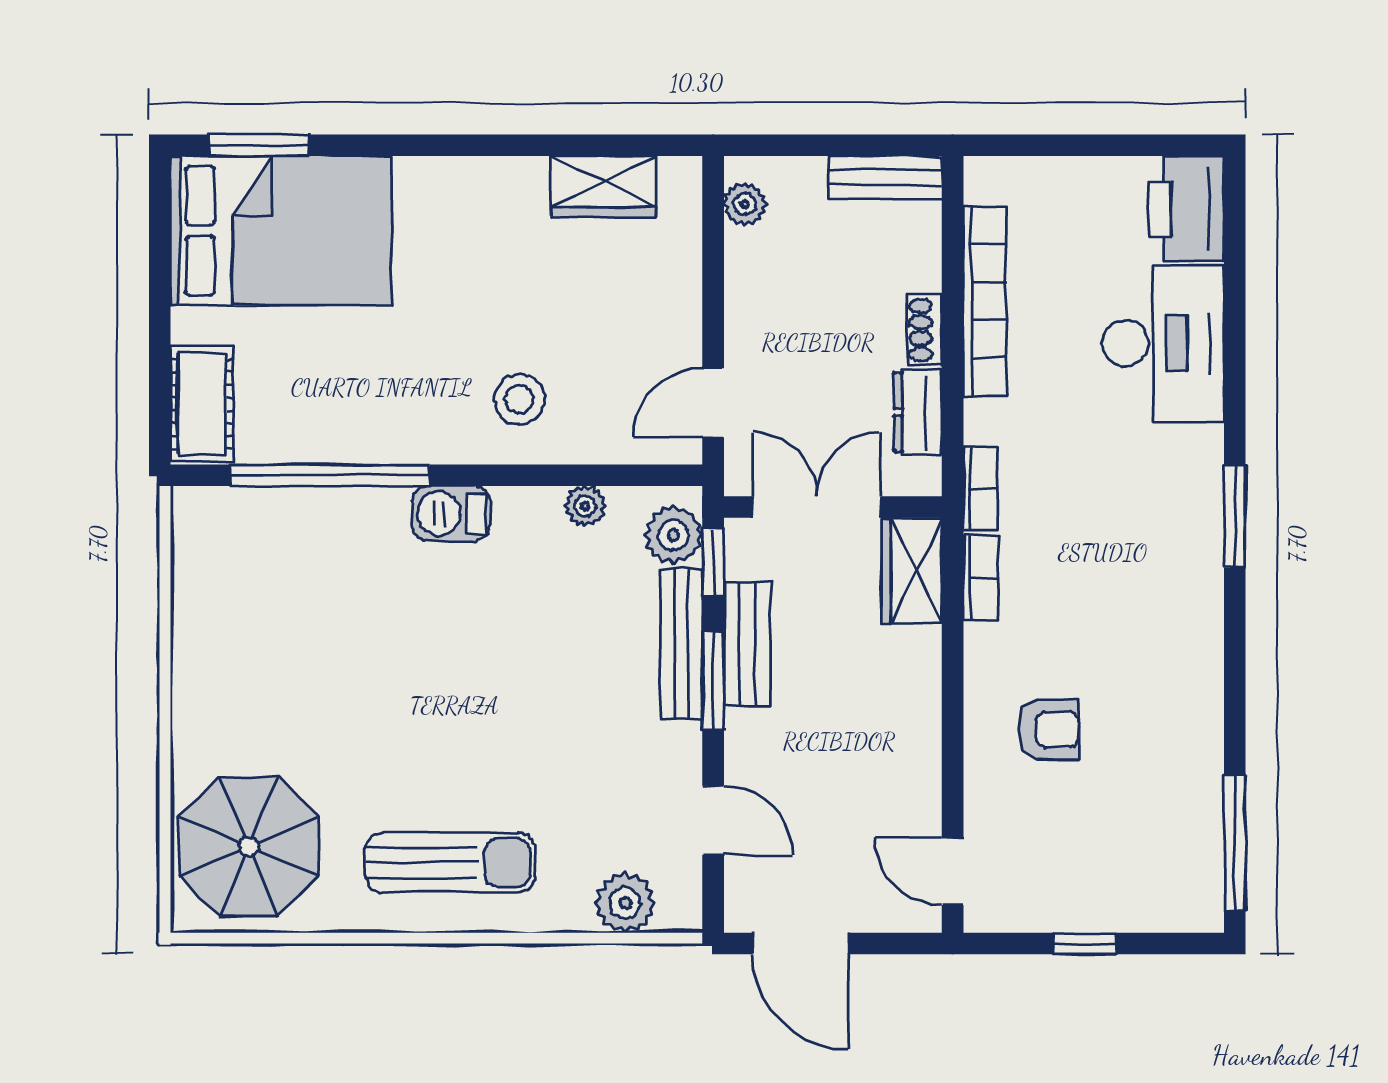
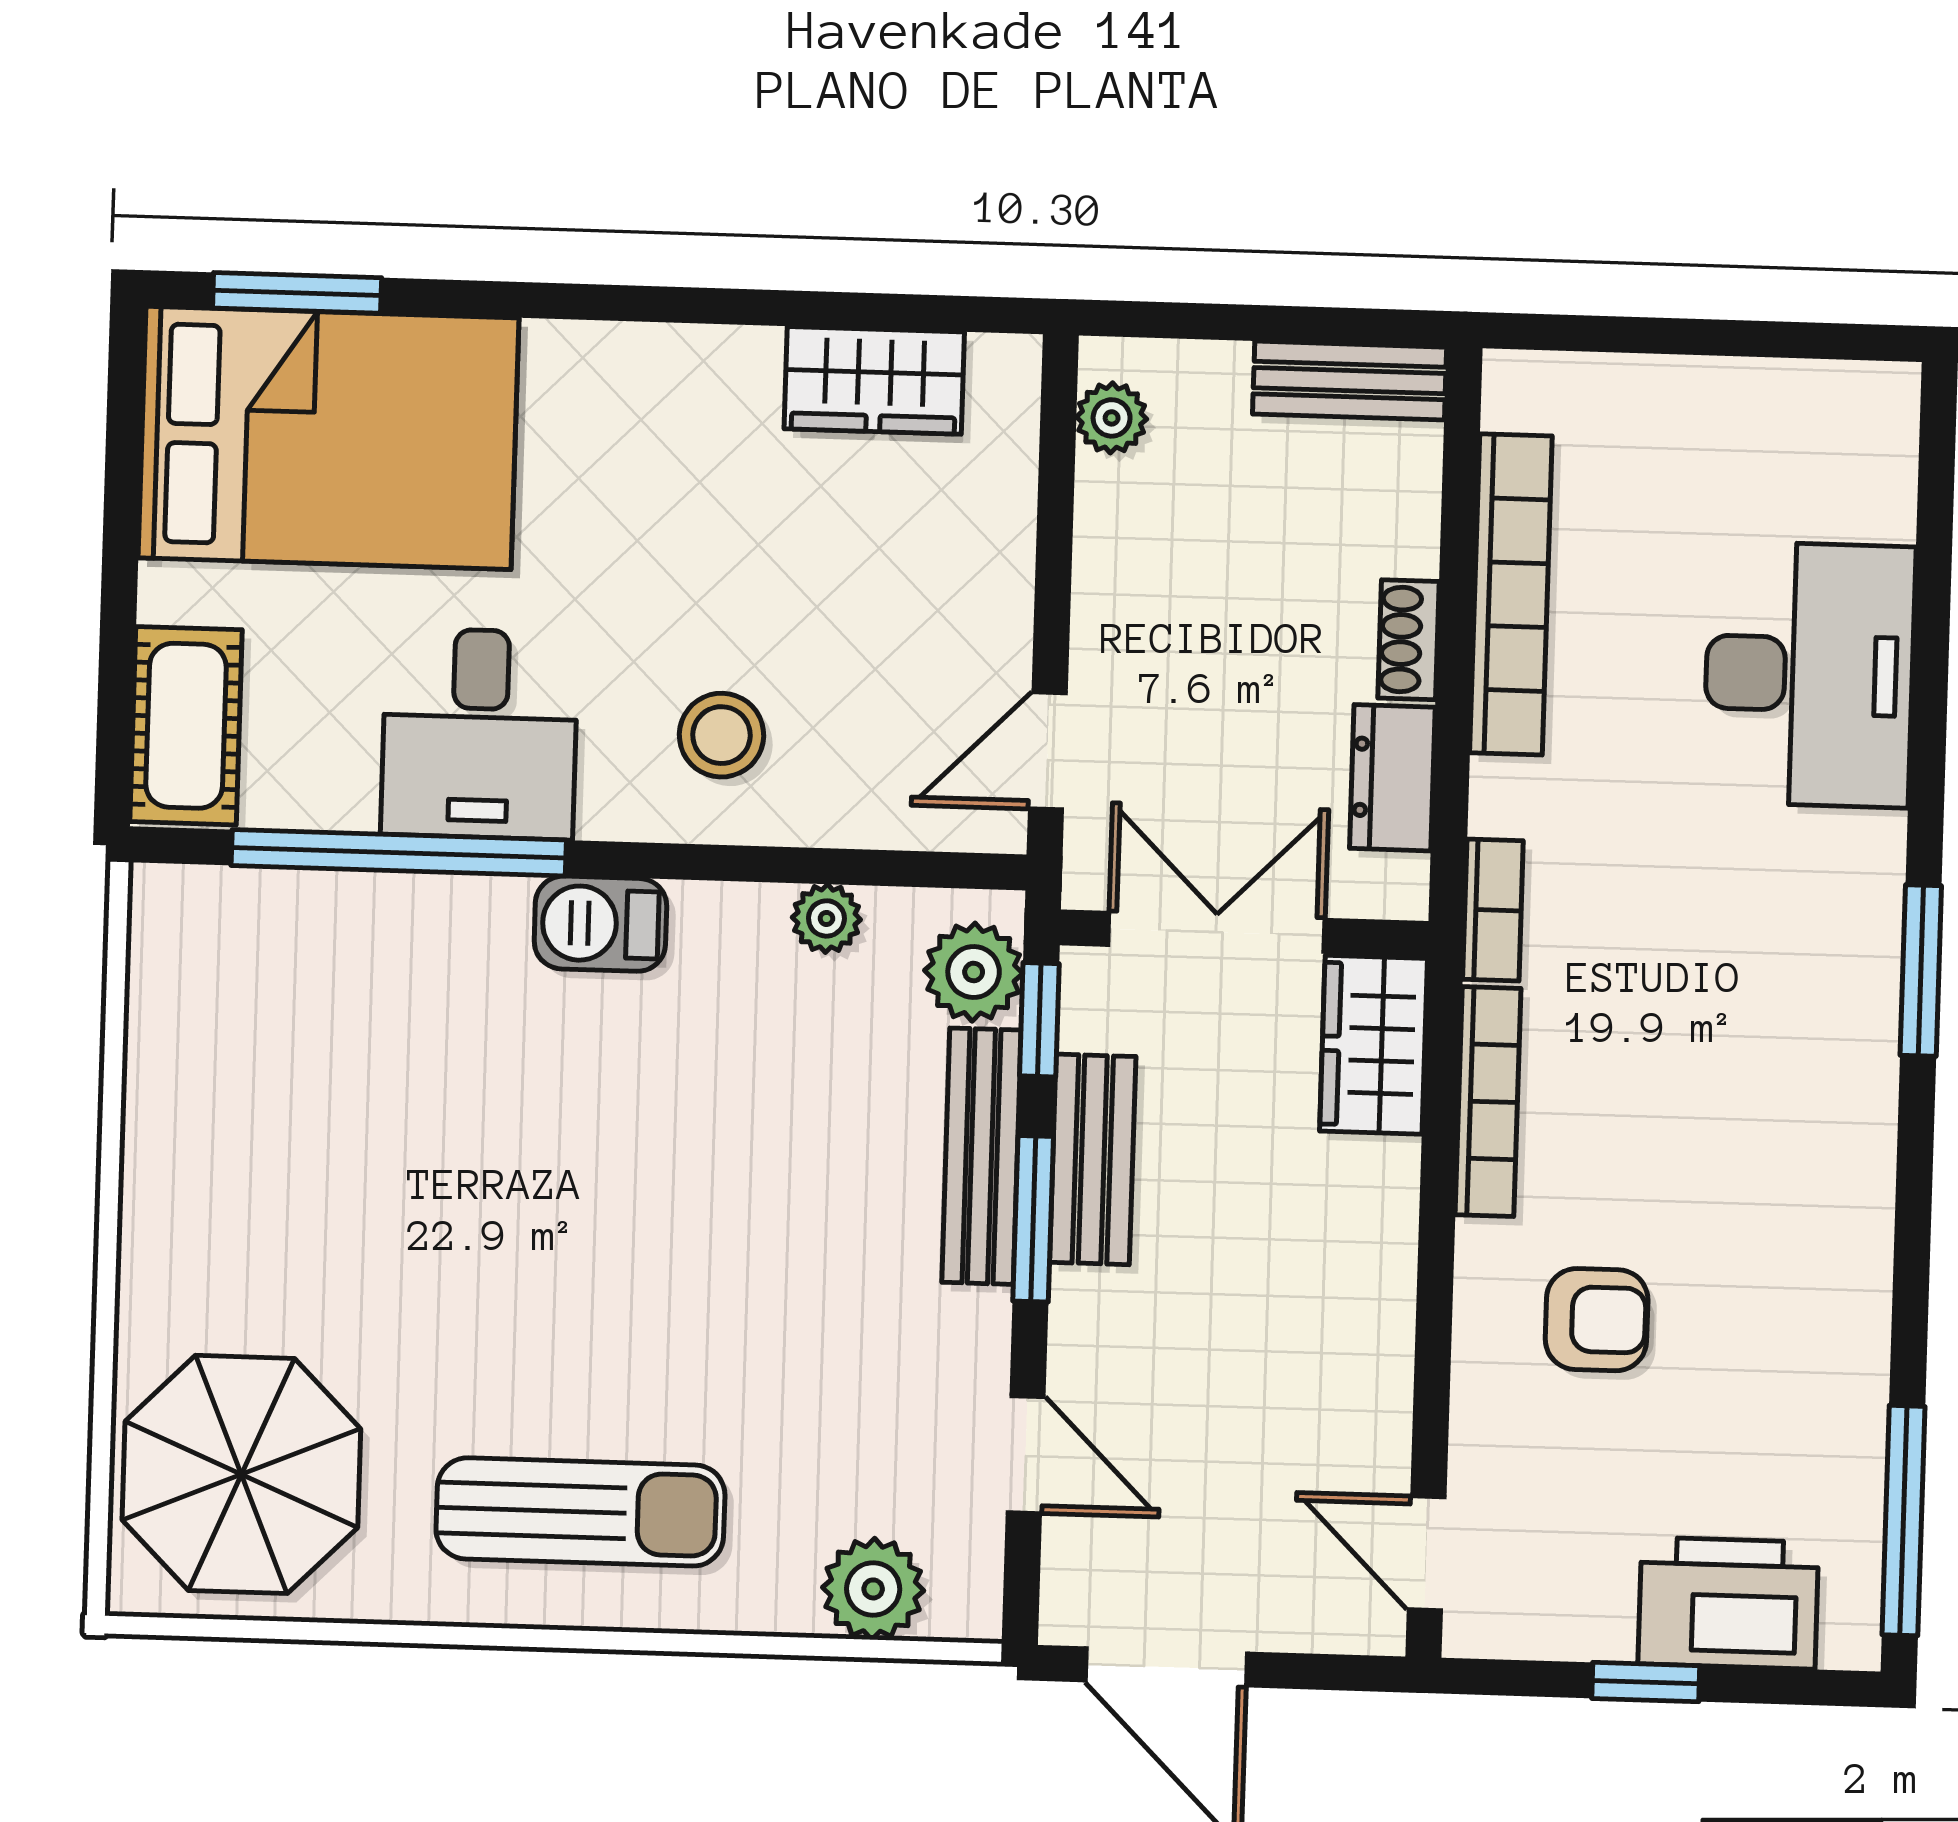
printer: (1186, 209) -> (1728, 1603), moved, turned 90
desk: (376, 403) -> (480, 734), added
bookcase: (981, 578) -> (1488, 1102), width x1.56

